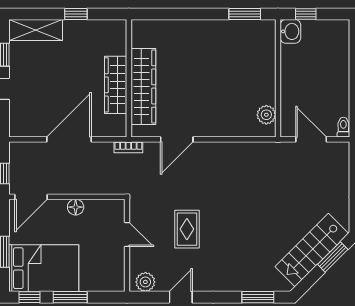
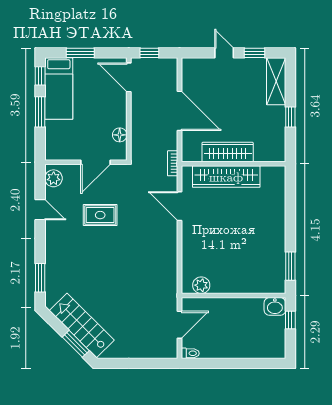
floor lamp: (76, 207) -> (120, 135), moved
door: (127, 234) -> (96, 162), width x1.38
bed: (44, 268) -> (59, 89), width x0.67

